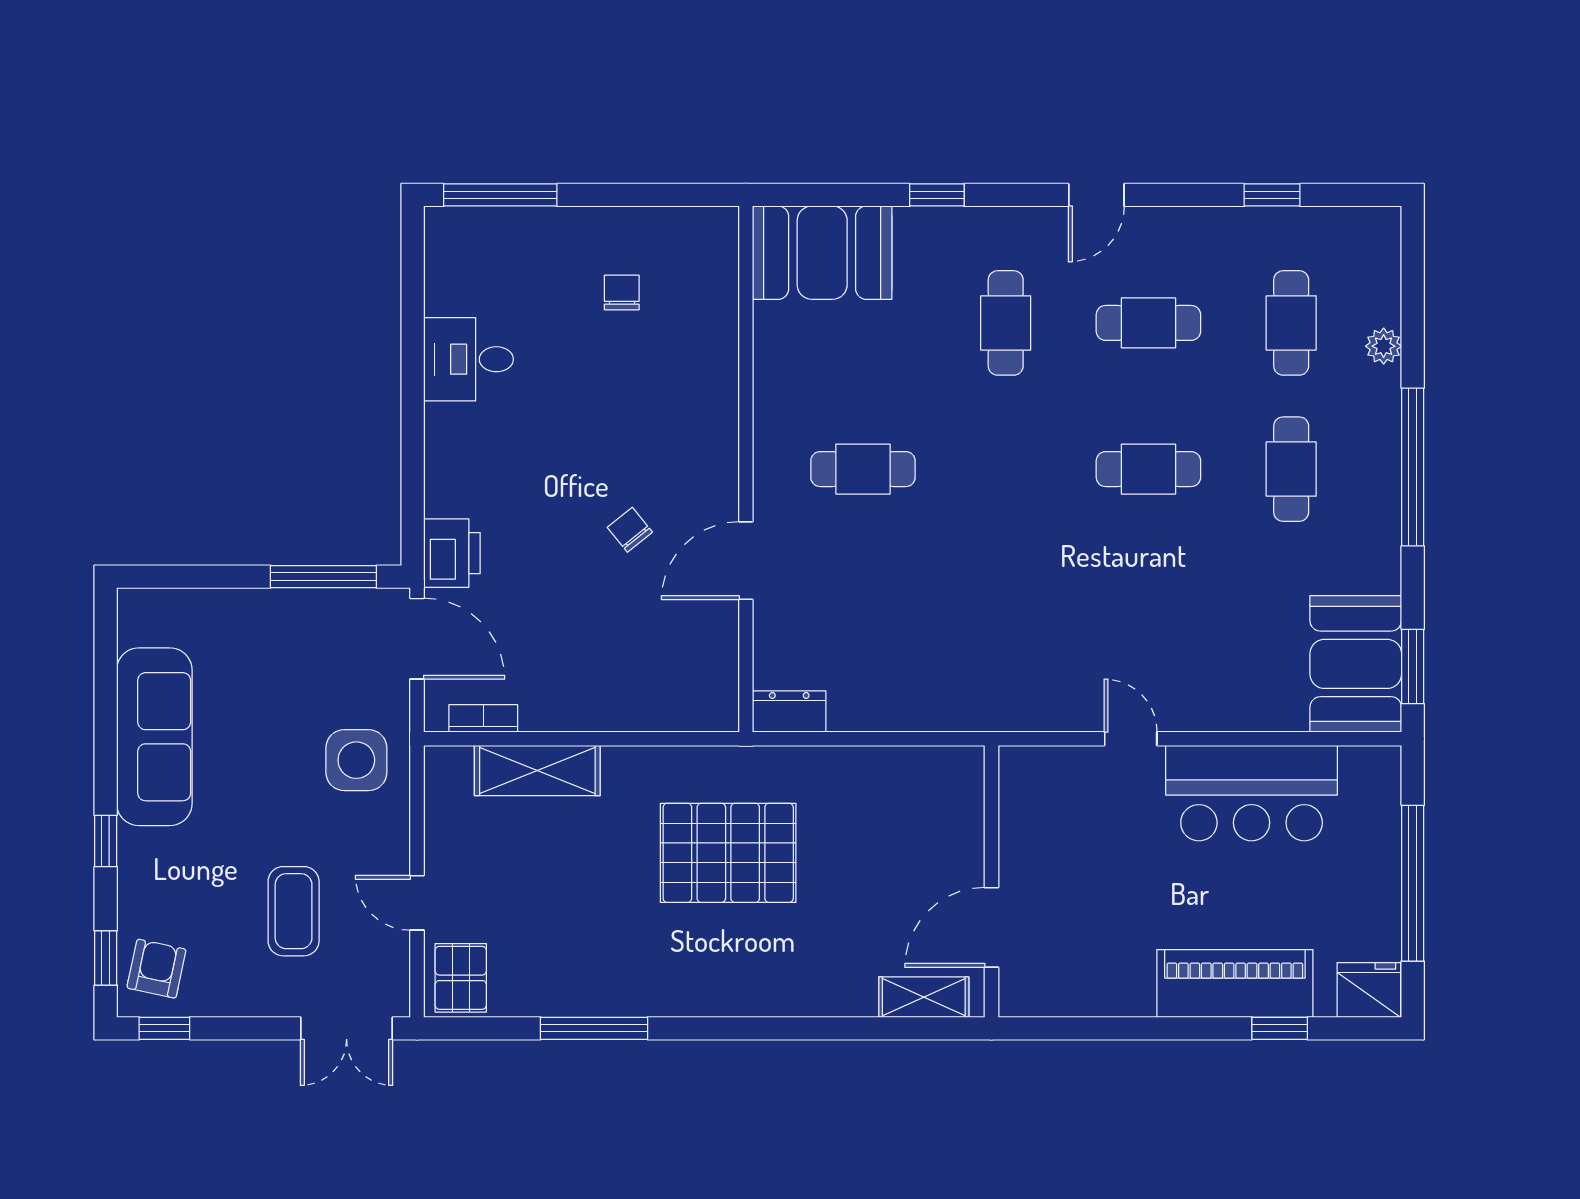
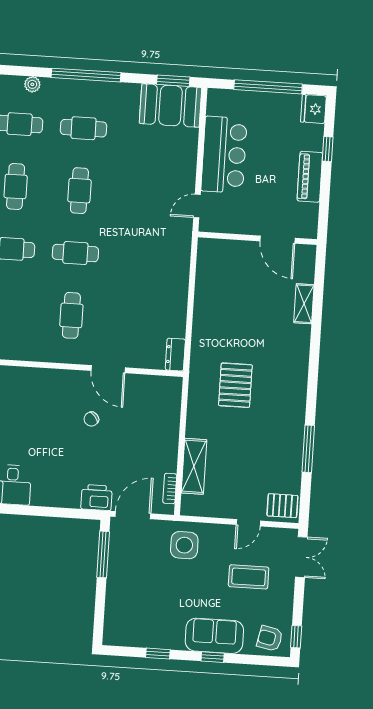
cafe table: (1006, 469) -> (75, 253), added
sofa: (154, 737) -> (214, 636), moved, width x0.73
pallet: (728, 853) -> (235, 385), width x0.73, depth x0.71
wall: (992, 881) -> (257, 238), moved
door: (992, 927) -> (277, 240), moved
window: (106, 958) -> (158, 654), moved
piano: (1235, 983) -> (310, 177), width x0.73, depth x0.75

